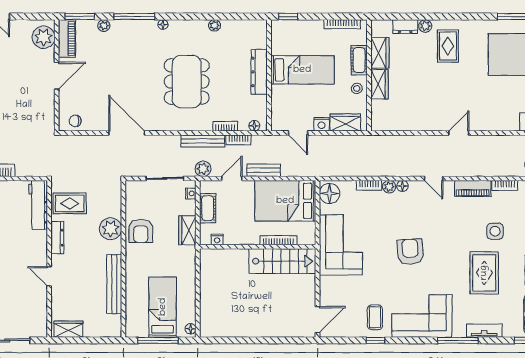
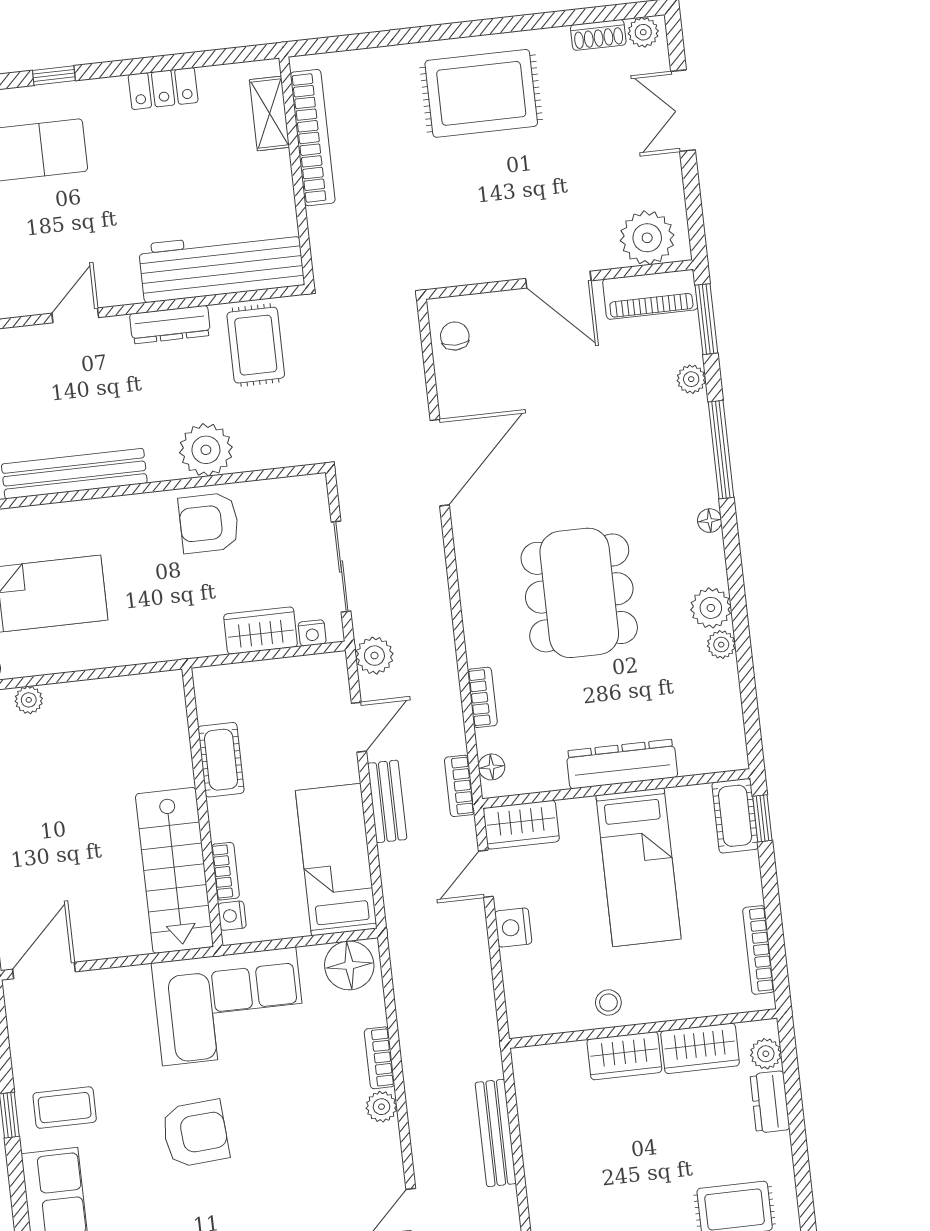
plant: (425, 26) -> (766, 1054), moved
plant: (199, 28) -> (711, 608), added
cot: (359, 60) -> (735, 816), moved, turned 90
dining table: (187, 82) -> (579, 593), turned 90
wardrobe: (345, 122) -> (521, 825), moved, turned 90
bookcase: (238, 140) -> (459, 786), moved
bench: (203, 141) -> (496, 1133), moved
door: (232, 178) -> (359, 727), hinge flipped
floor lamp: (402, 186) -> (387, 1138), removed
bed: (285, 201) -> (336, 860), width x0.67
workbench: (38, 205) -> (222, 265), width x1.36, depth x1.32
cot: (208, 208) -> (221, 760), moved, turned 90
wardrobe: (187, 230) -> (261, 630), moved
nightstand: (217, 240) -> (232, 916), moved
bookcase: (278, 240) -> (225, 871), width x0.64
armchair: (410, 252) -> (195, 1134), moved
plant: (205, 313) -> (29, 700), added
door: (318, 319) -> (44, 970), swing flipped

